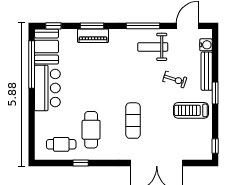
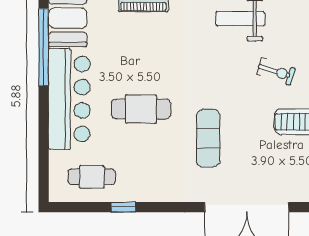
bar counter: (47, 88) -> (69, 99), width x1.36
cafe table: (91, 130) -> (141, 109), moved, turned 90

